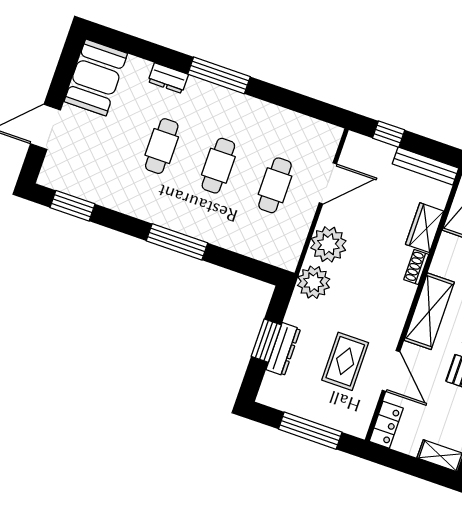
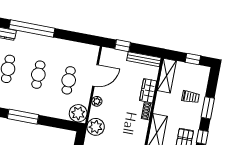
window: (219, 75) -> (32, 29), width x1.46
plant: (328, 244) -> (97, 101), width x0.53, depth x0.53
plant: (284, 251) -> (78, 113), added

